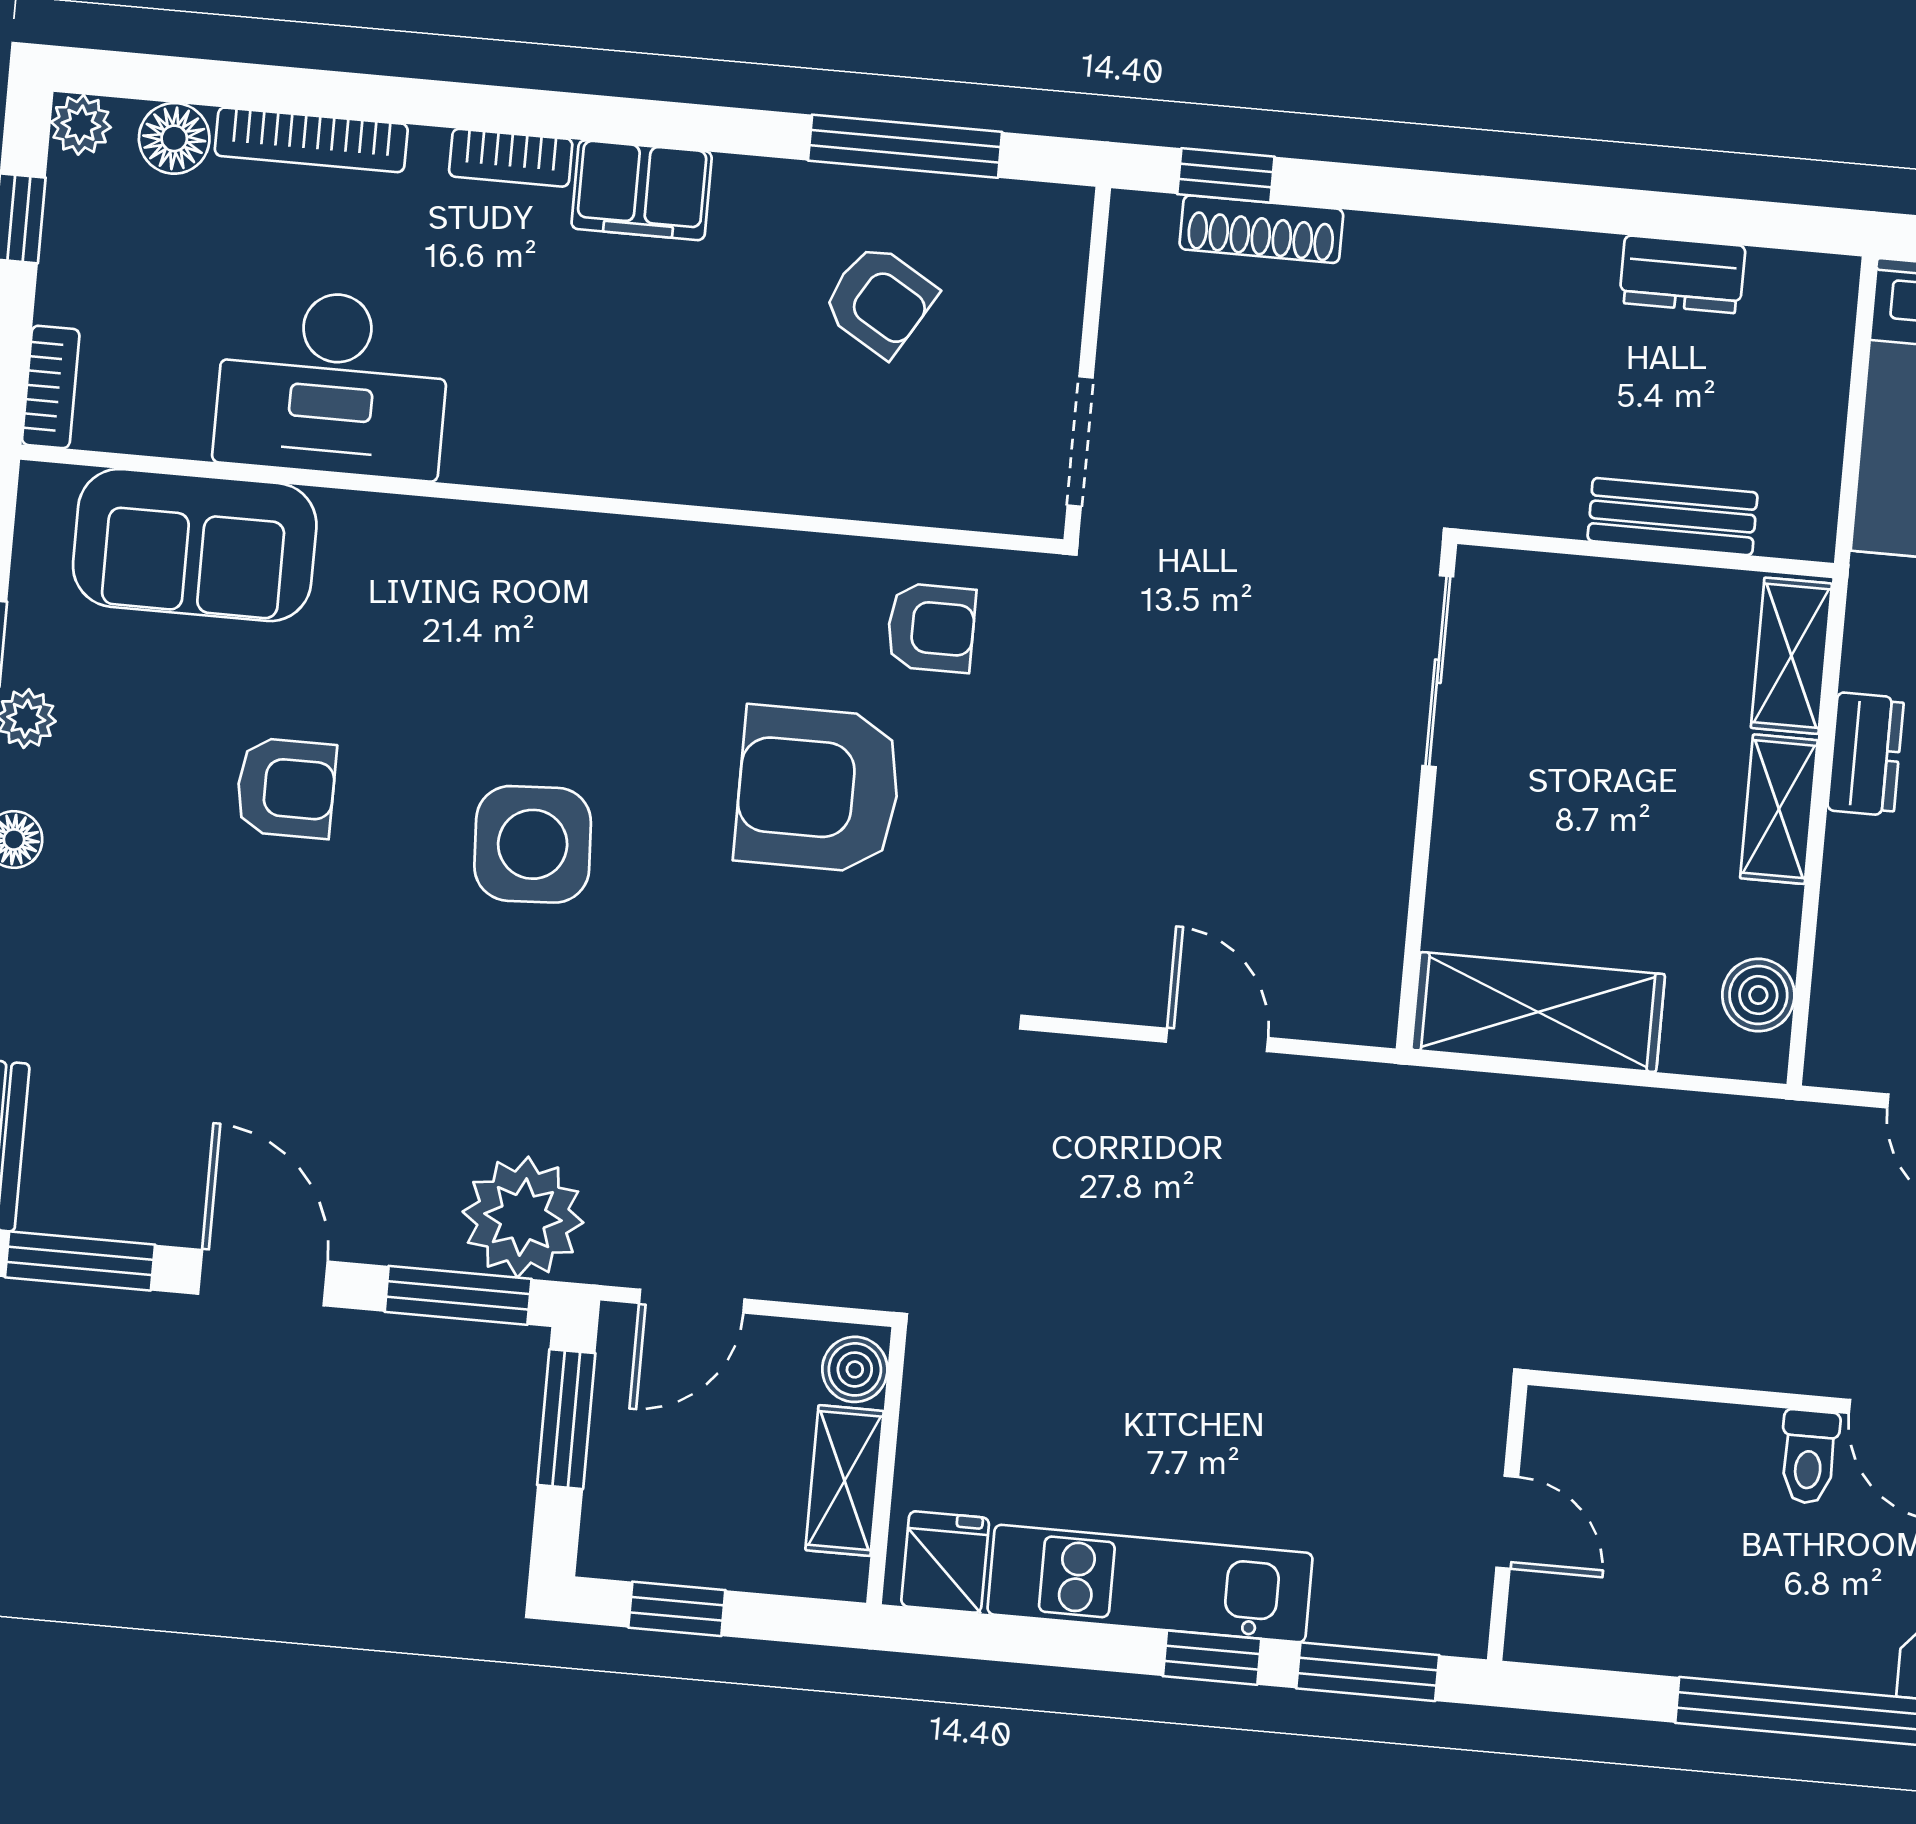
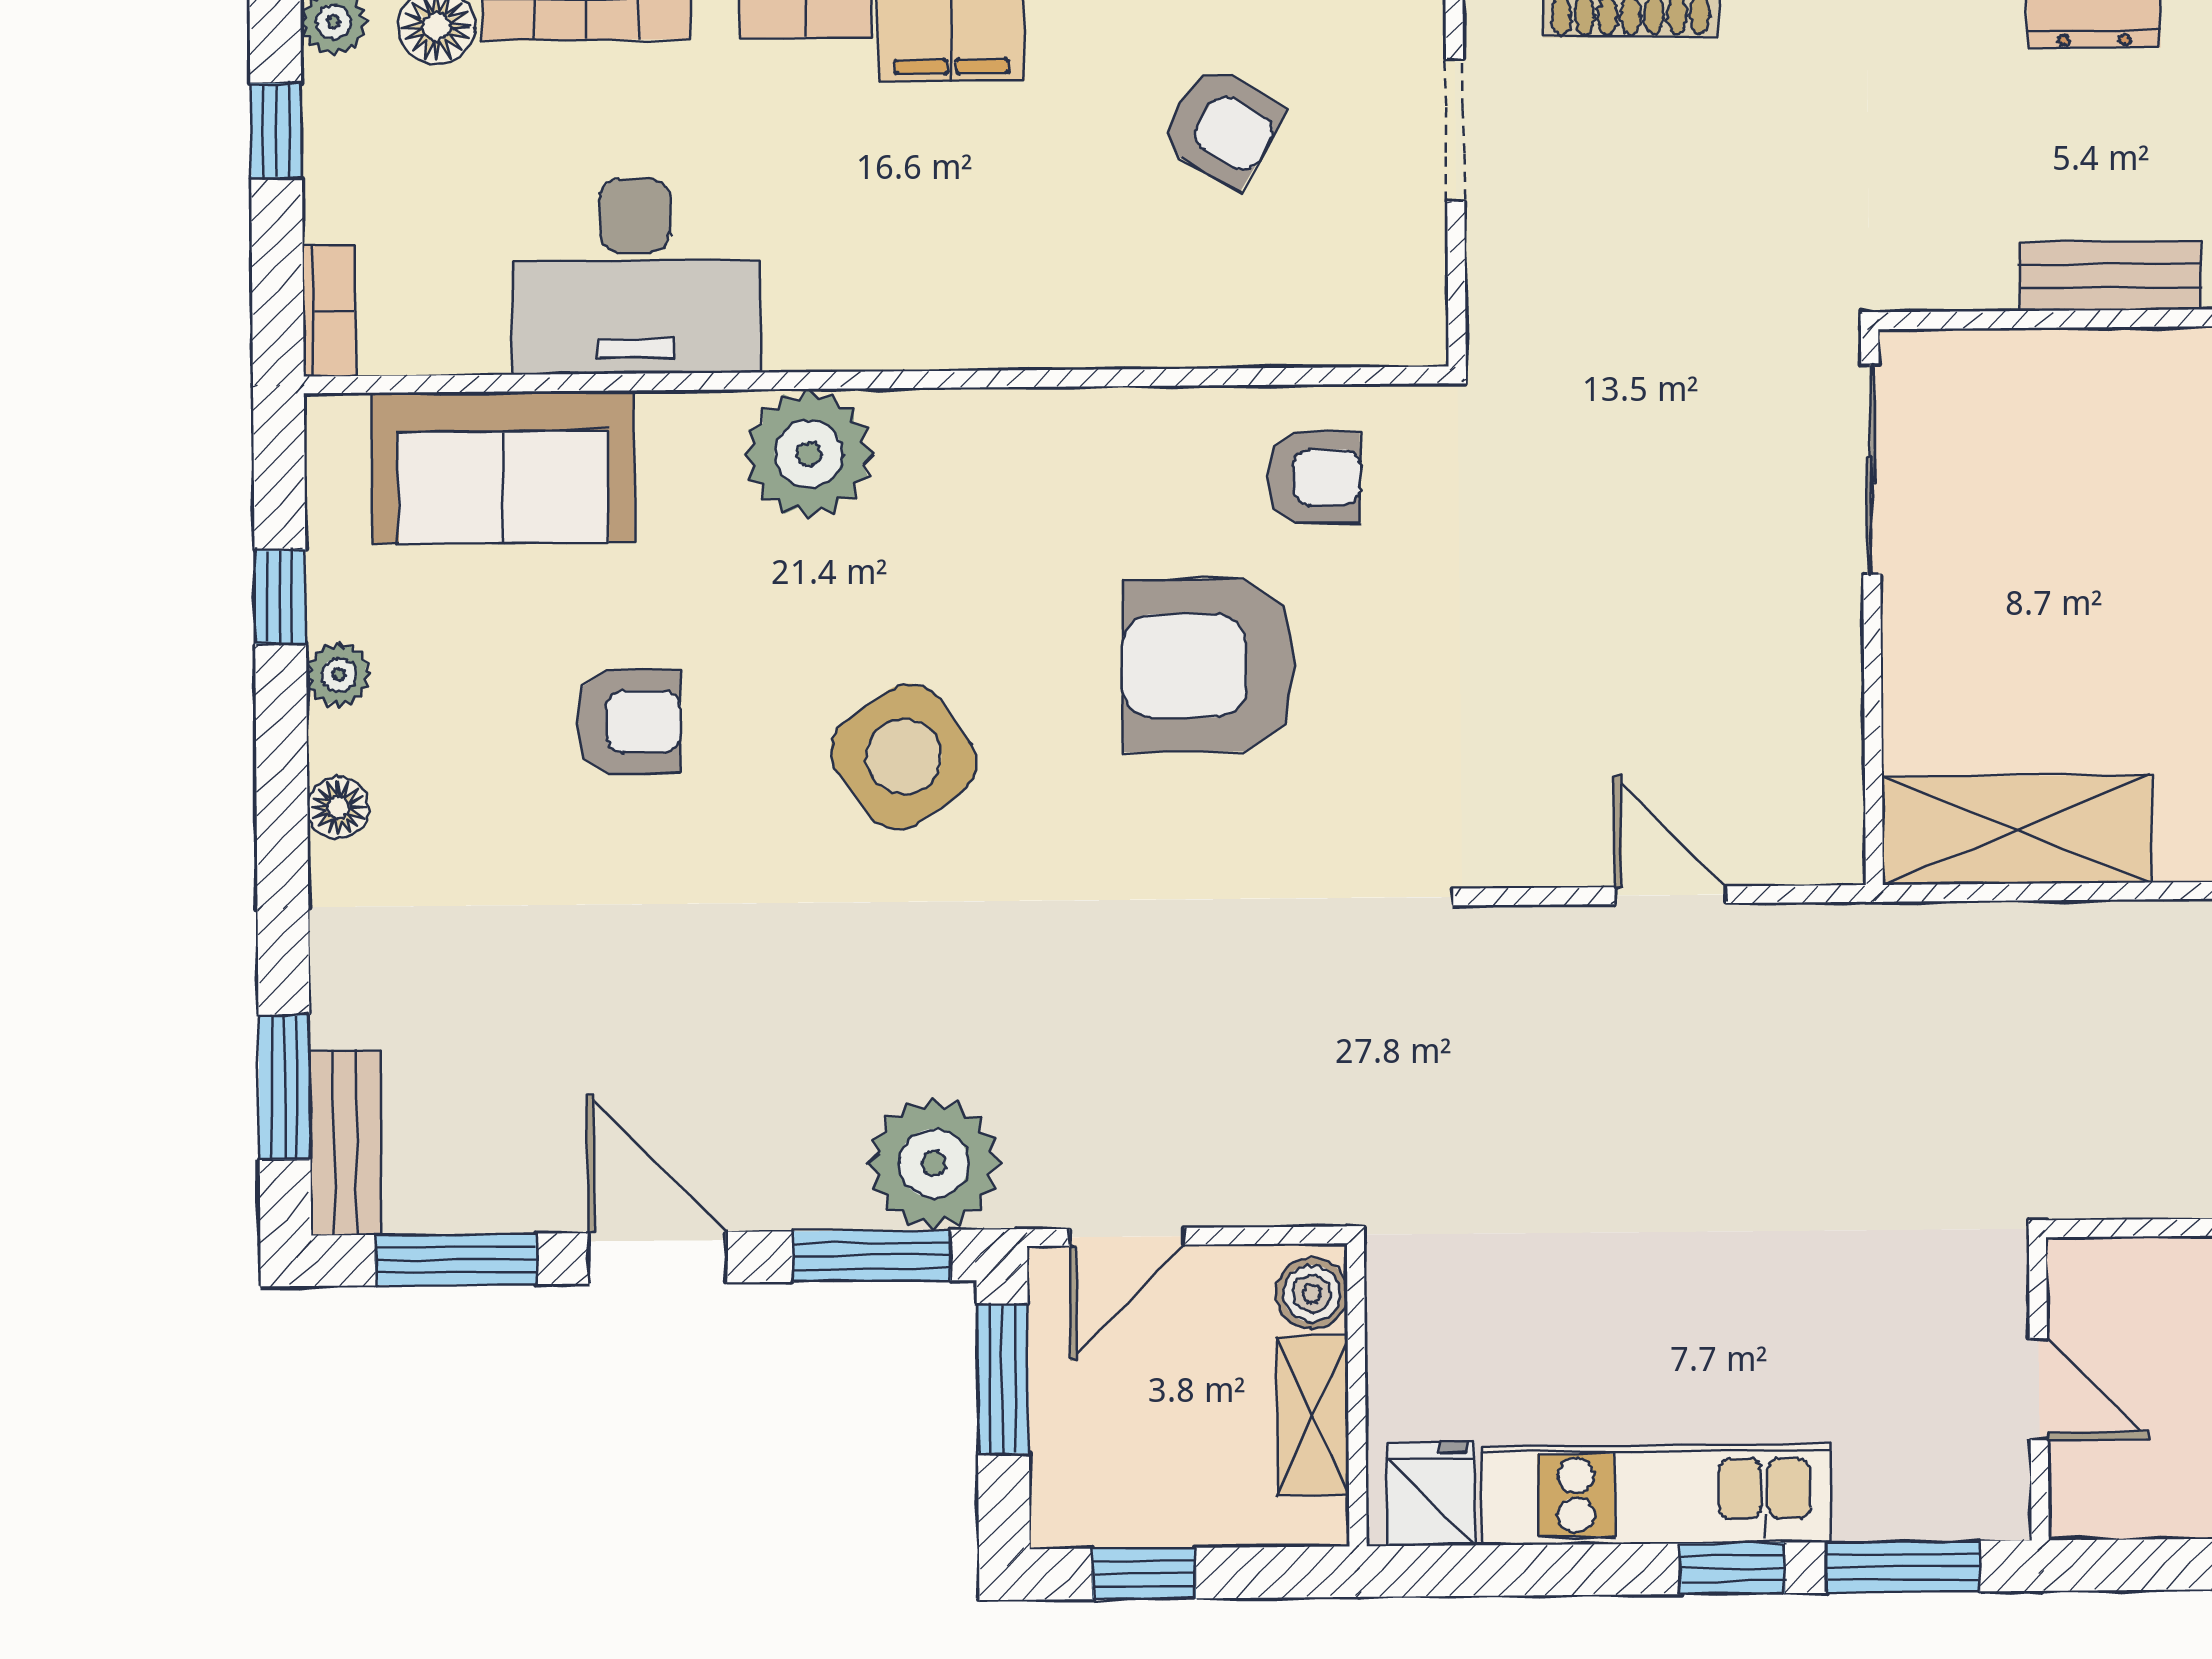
doorway: (1080, 441) -> (1455, 130), moved
plant: (474, 560) -> (809, 454), added
side table: (533, 844) -> (904, 756), turned -32

